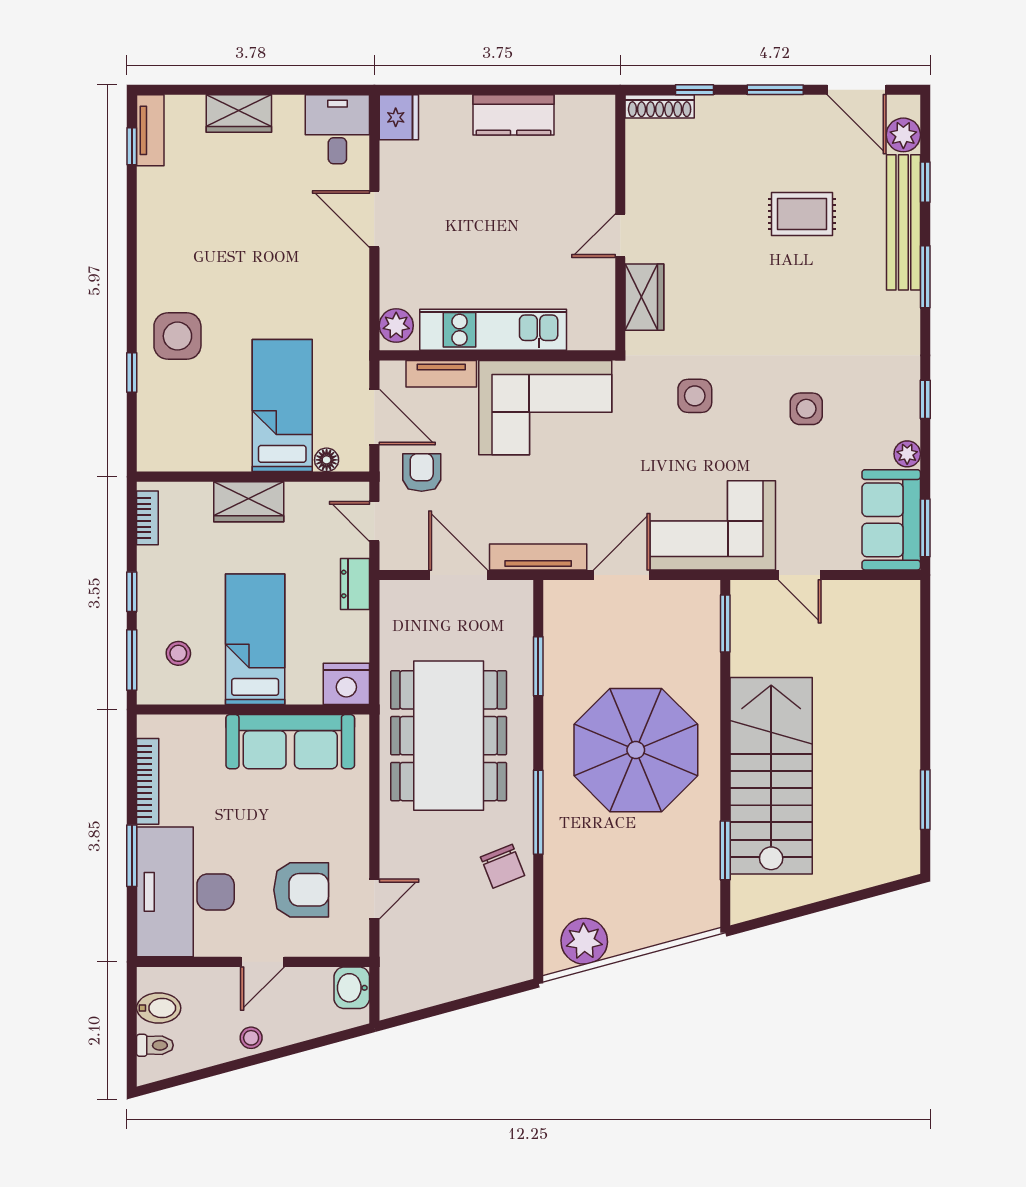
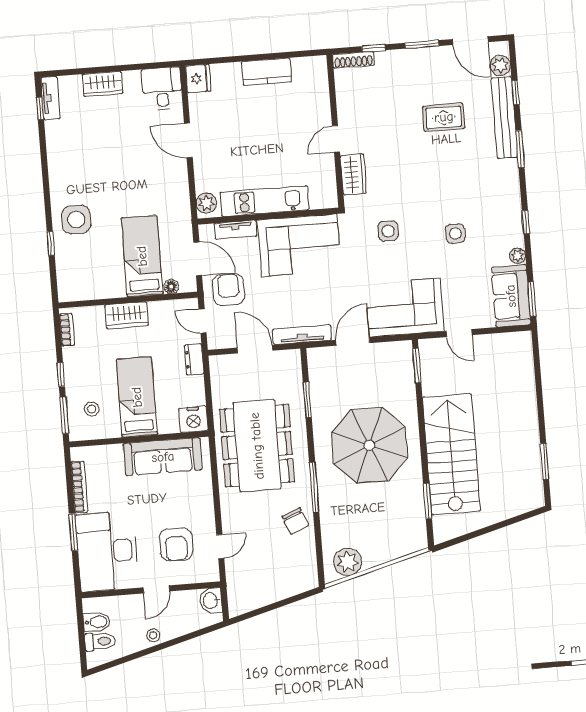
armchair: (422, 473) -> (229, 290), width x1.38, depth x1.38
armchair: (301, 890) -> (176, 545), turned 90
toilet: (155, 1045) -> (100, 641), width x1.37, depth x1.39

